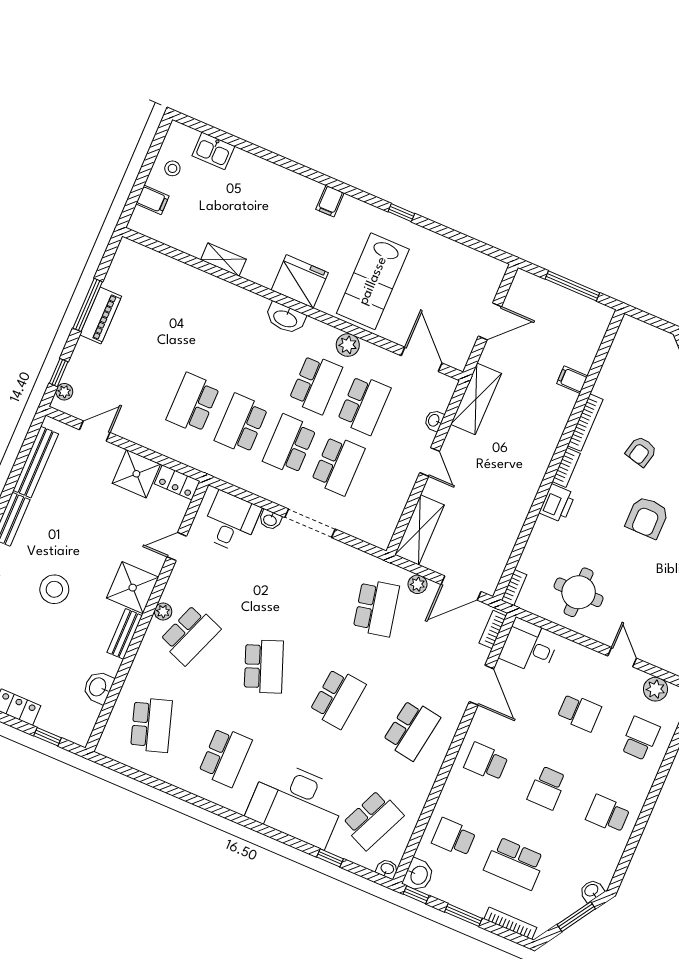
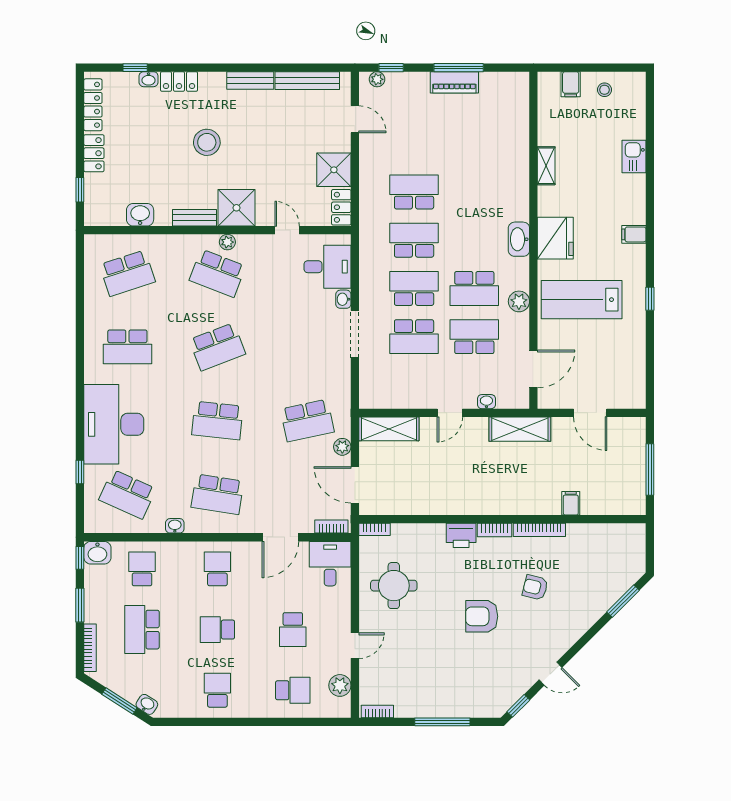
kitchen sink: (213, 151) -> (634, 156), moved
school desk: (364, 405) -> (474, 337), turned 180
washbasin: (387, 869) -> (175, 526), moved, turned -90

